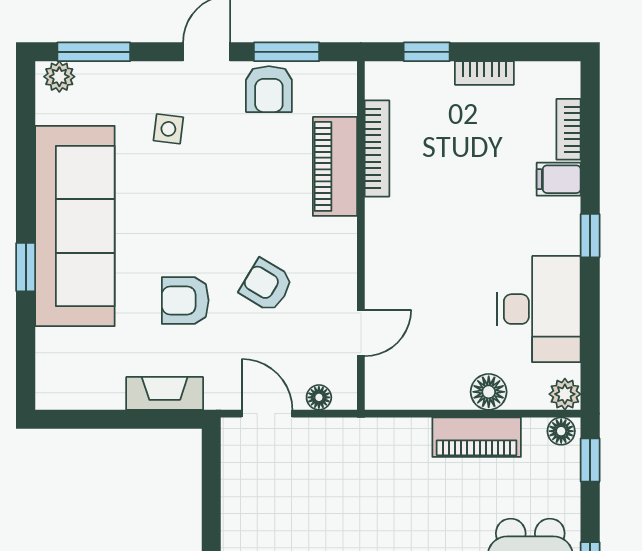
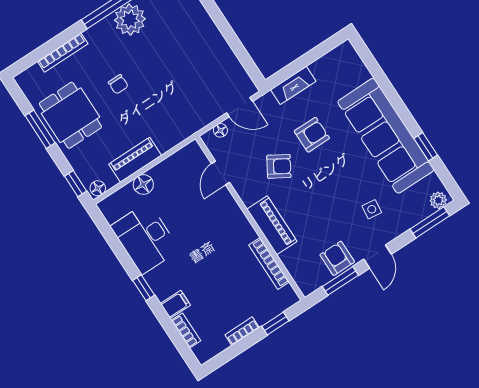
piano: (335, 166) -> (272, 225), moved
window: (26, 267) -> (426, 147), moved
plant: (565, 394) -> (107, 207), removed

